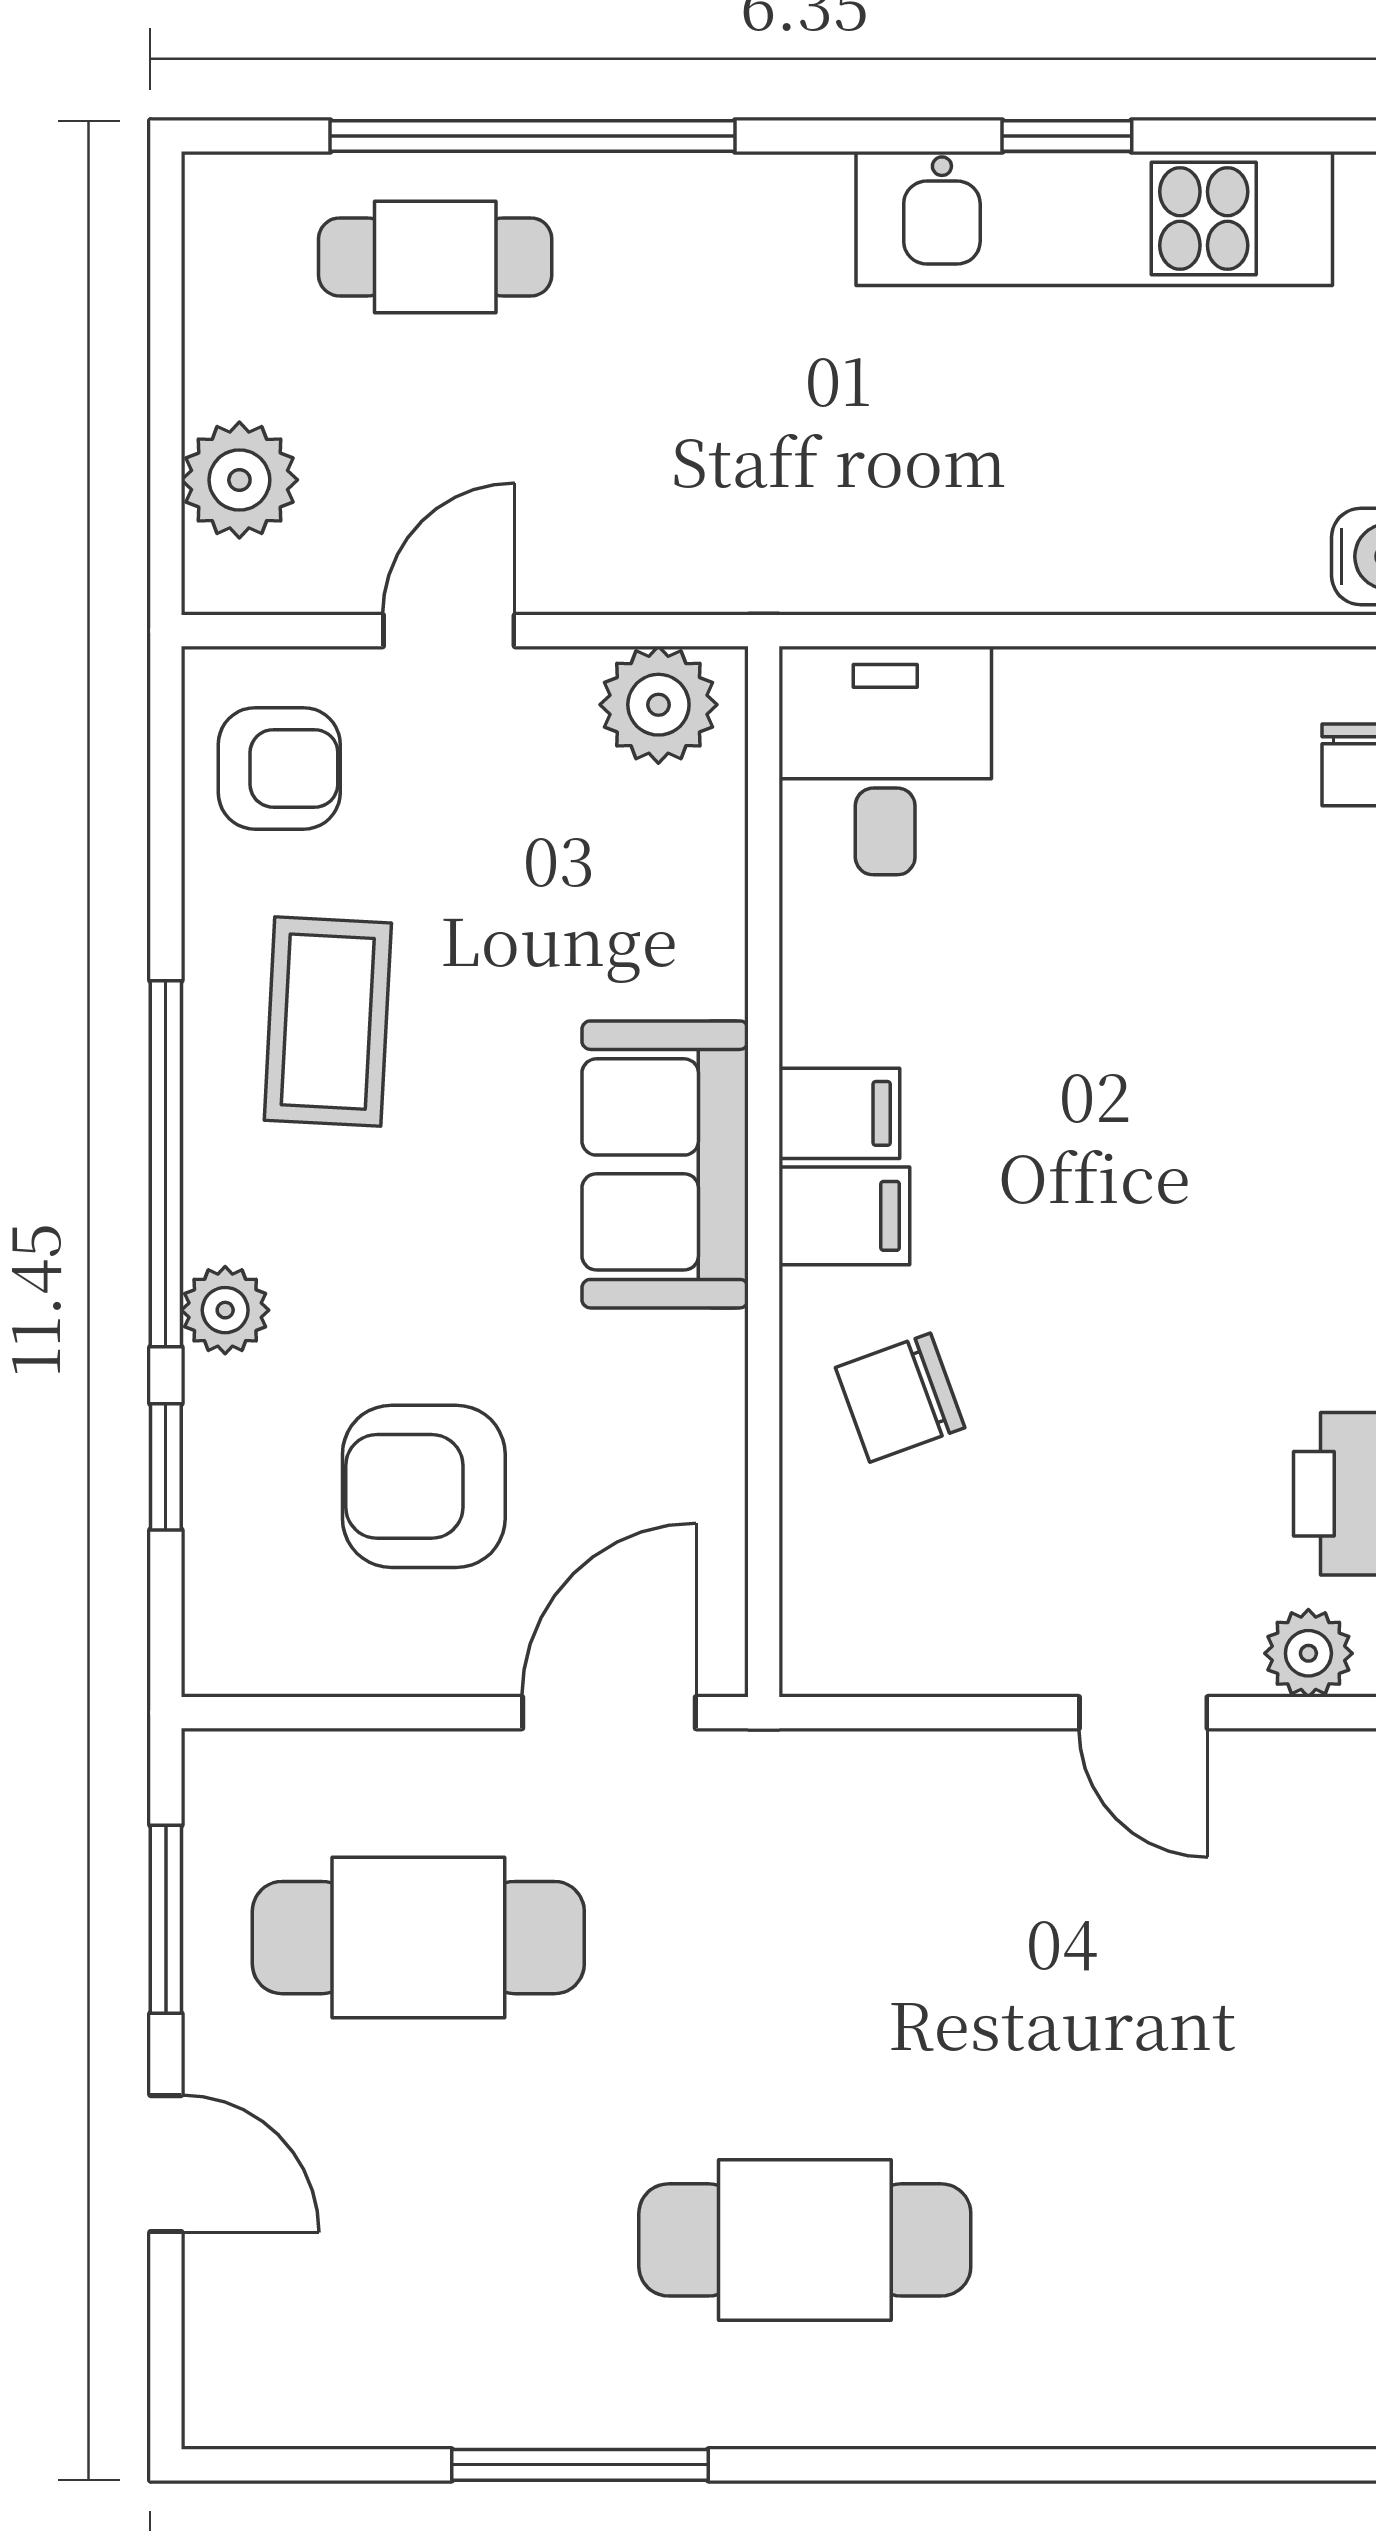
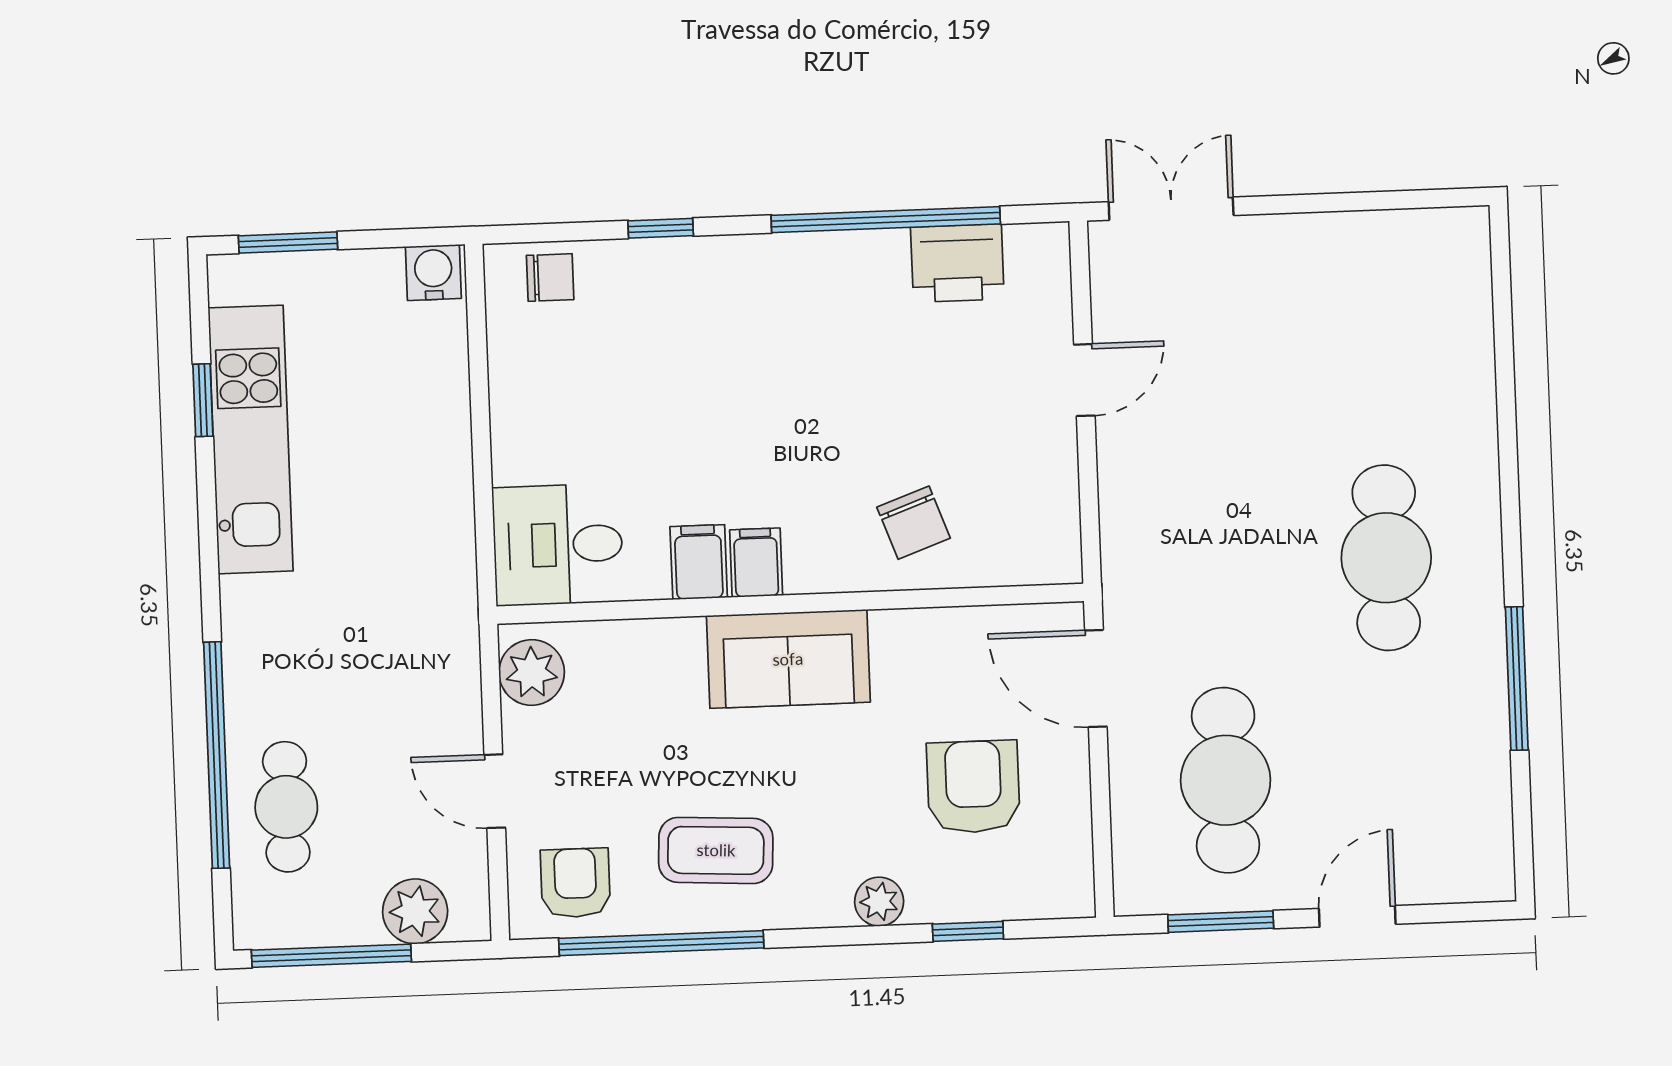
window: (1067, 136) -> (203, 400), moved
window: (166, 327) -> (331, 956), added
window: (166, 1164) -> (661, 943), moved
filing cabinet: (844, 1216) -> (699, 562), moved
armchair: (424, 1486) -> (973, 787), turned 180
plant: (1308, 1653) -> (1048, 289), removed

